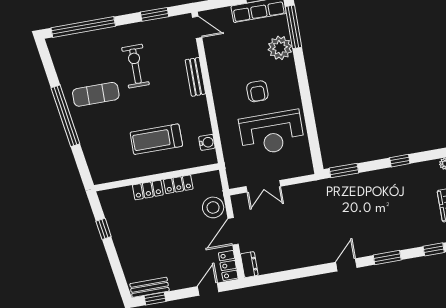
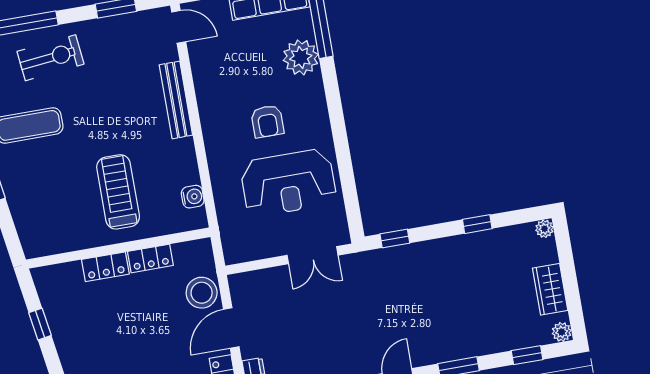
exercise bike: (135, 66) -> (51, 58), moved, turned 84
bench: (195, 77) -> (176, 100), width x1.36
treadmill: (156, 139) -> (118, 192), turned 90
window: (344, 170) -> (395, 238), width x0.67
double door: (263, 186) -> (313, 255), moved

